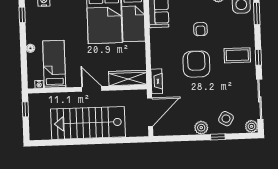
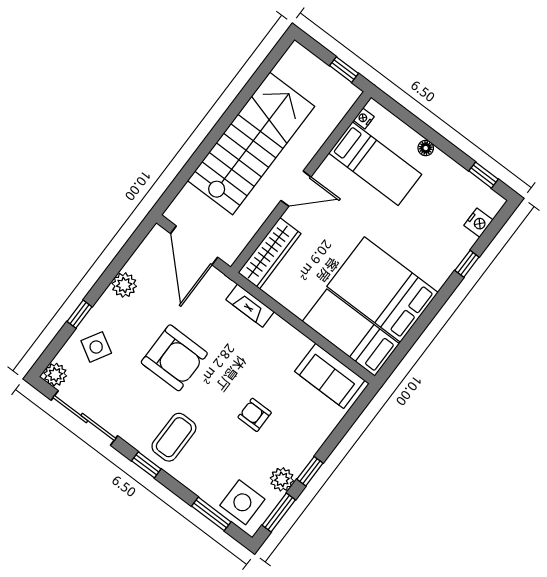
armchair: (196, 64) -> (174, 358), moved
fireplace: (157, 81) -> (250, 306), moved
plant: (201, 128) -> (124, 285), moved

